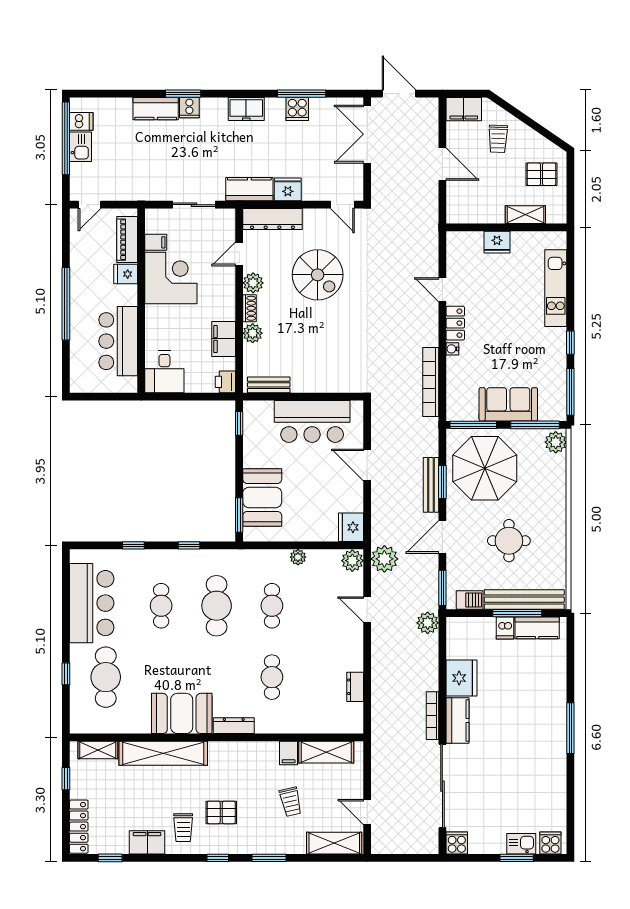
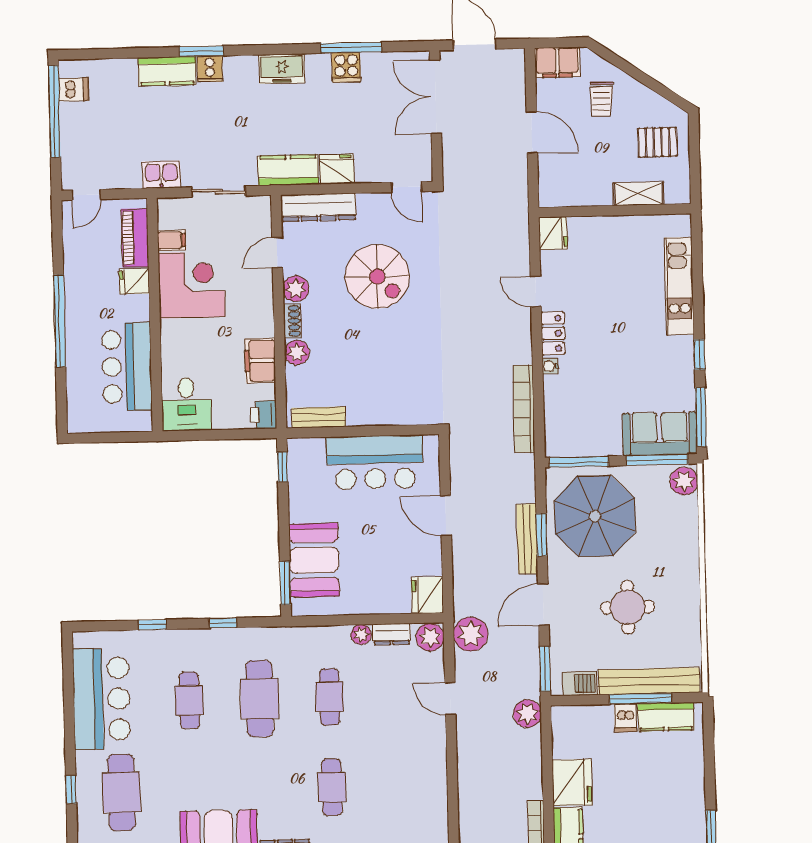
kitchen sink: (80, 147) -> (161, 175), moved, turned -90
fridge: (497, 242) -> (553, 233), moved, turned -90
sofa: (508, 404) -> (660, 434), moved
dresser: (355, 687) -> (392, 634), moved, turned -90

